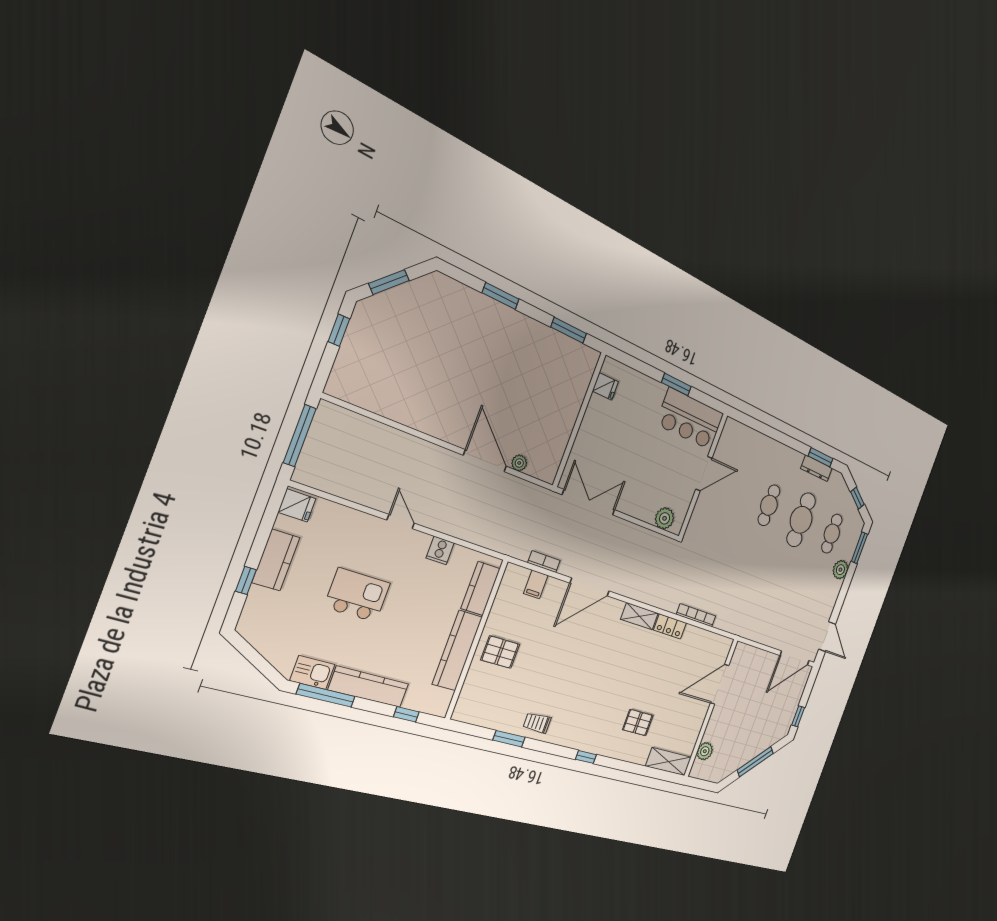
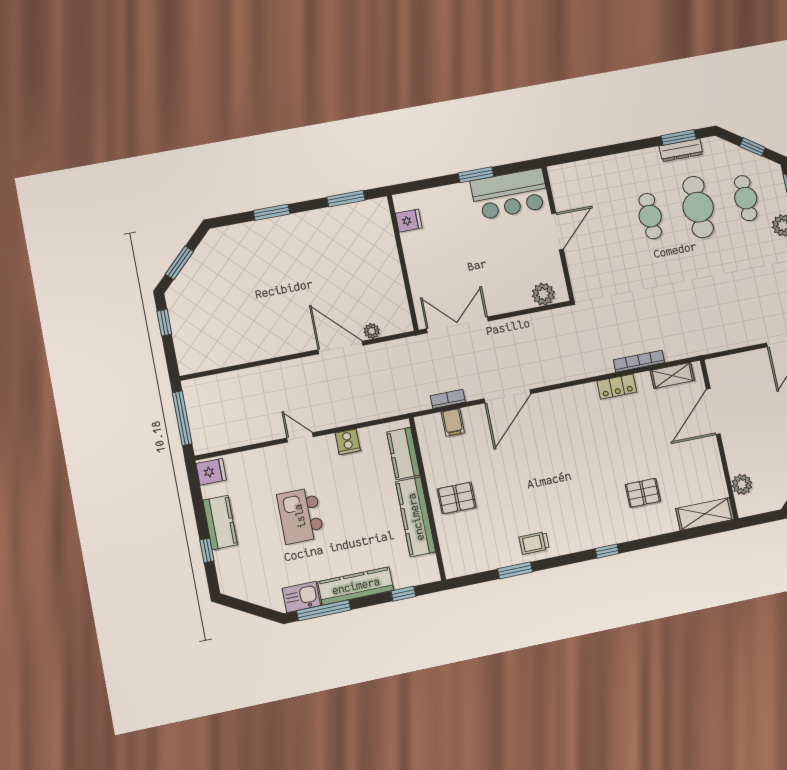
kitchen island: (357, 595) -> (300, 516), turned -90
shelving: (639, 616) -> (672, 376), moved

